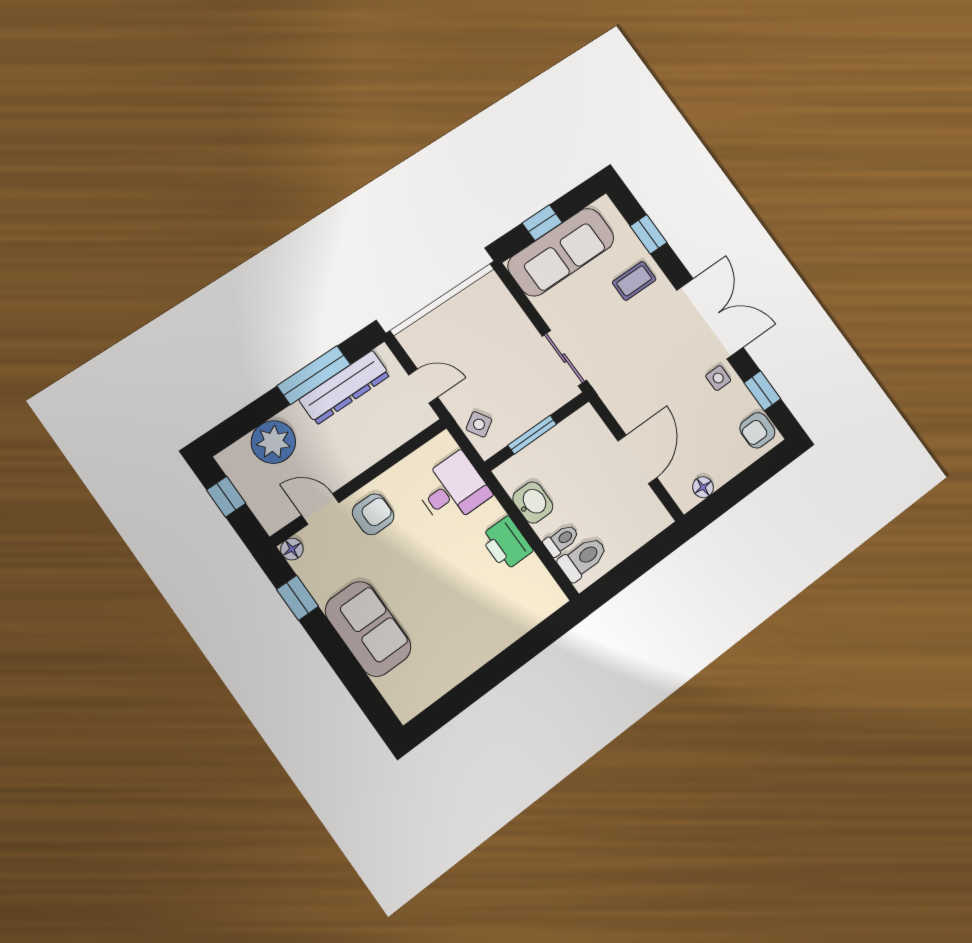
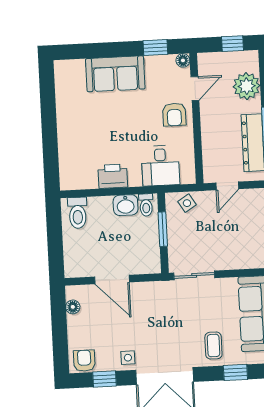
toilet: (561, 540) -> (146, 205), moved

